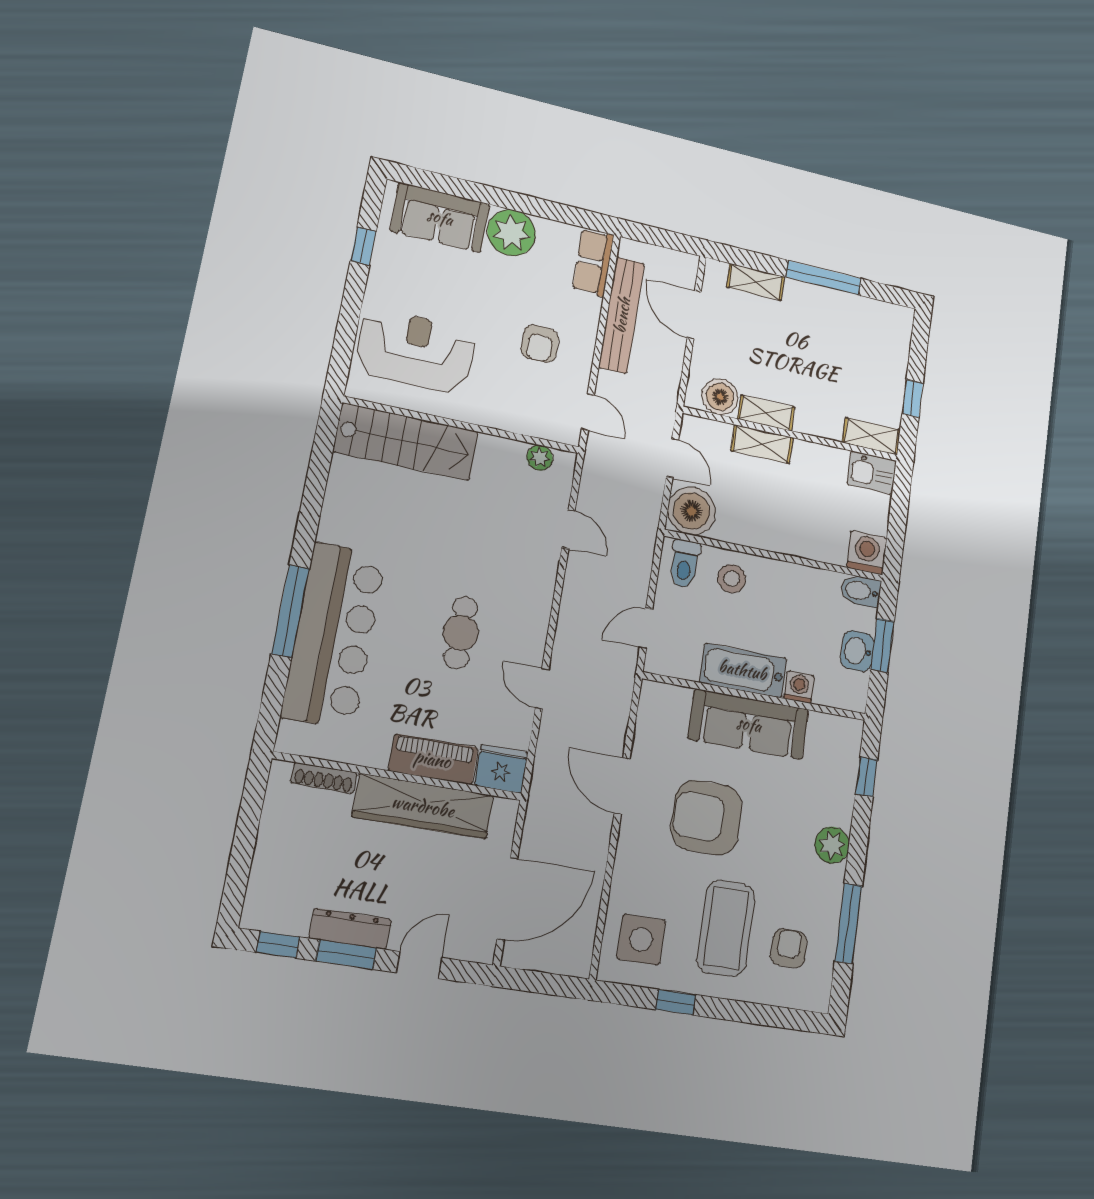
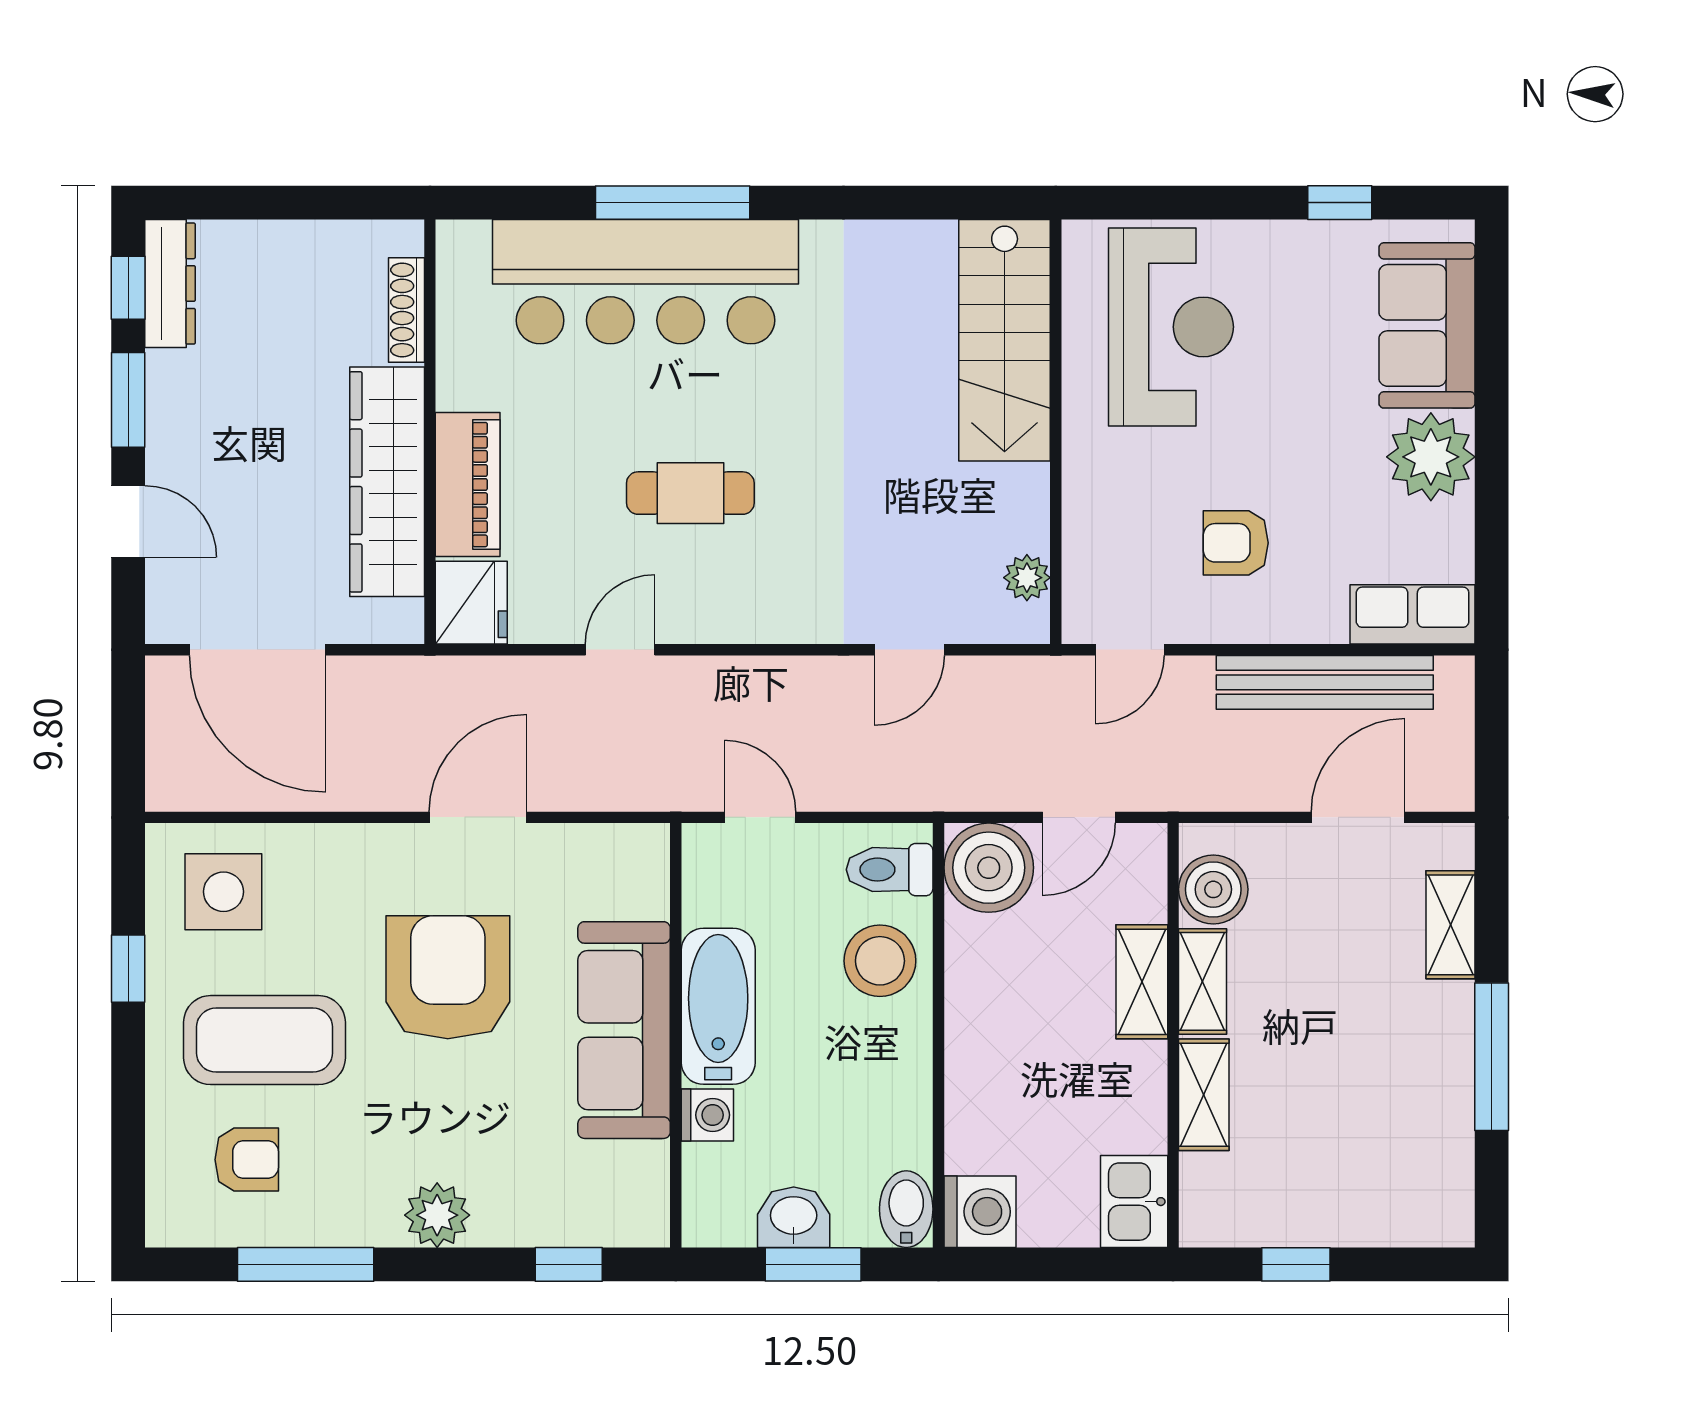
shelving: (871, 436) -> (1204, 1095), moved
stool: (732, 579) -> (880, 961), width x1.38, depth x1.38
dresser: (350, 929) -> (170, 284), moved

